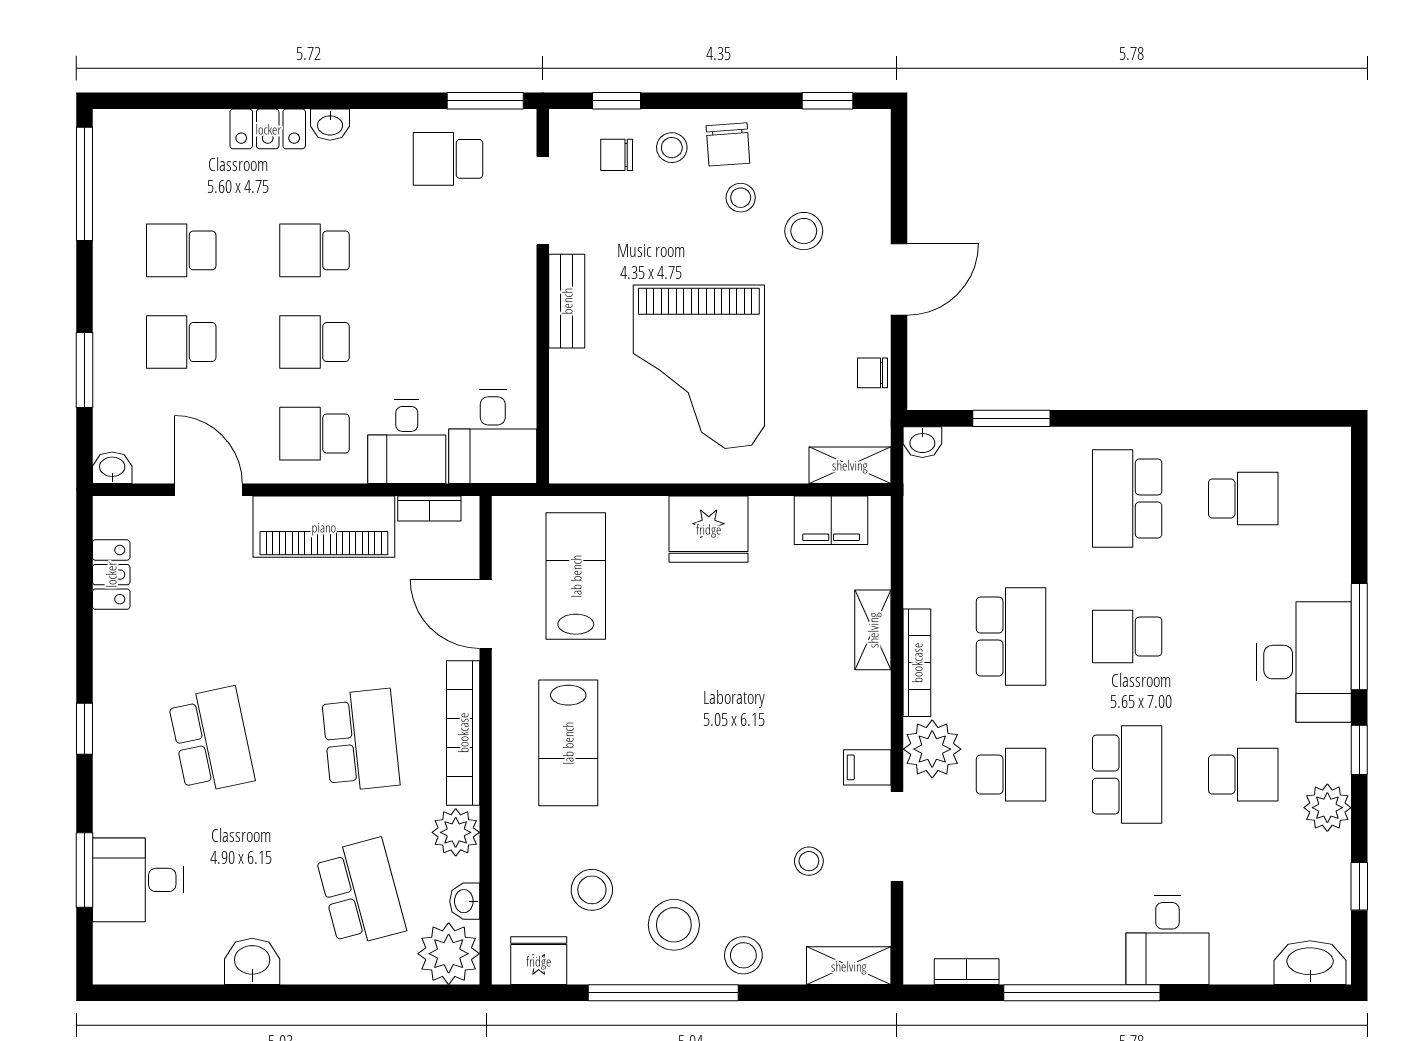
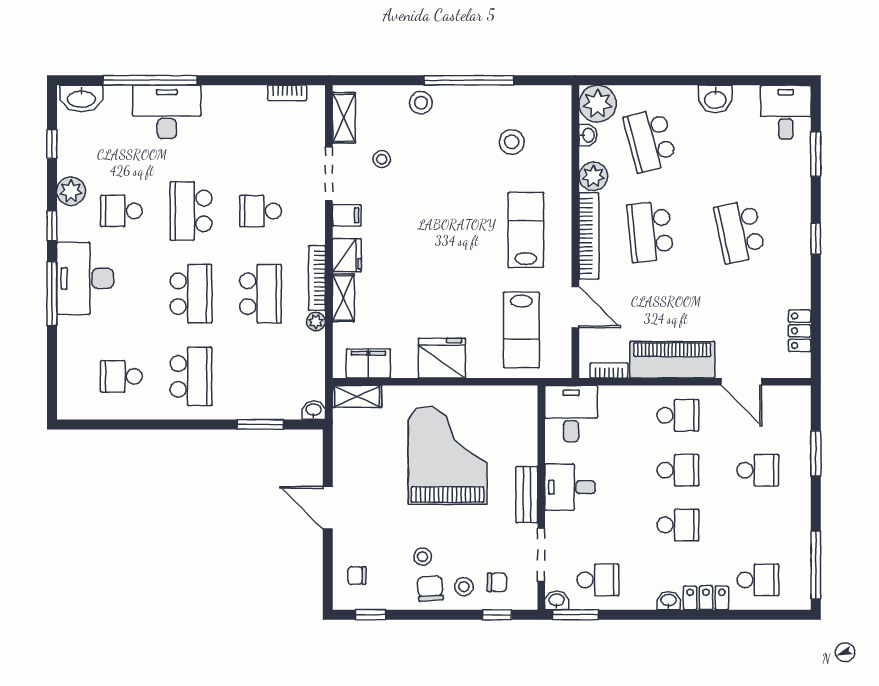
stool: (804, 231) -> (385, 537), removed
school desk: (181, 250) -> (758, 580), moved
door: (899, 279) -> (328, 508), hinge flipped
chair: (873, 373) -> (357, 576), moved, turned 180
desk: (407, 442) -> (570, 487), moved, turned -90
washbasin: (112, 468) -> (557, 600), moved, turned 180
school desk: (1011, 637) -> (261, 294), turned 180
school desk: (1127, 637) -> (191, 294), width x1.85
plant: (932, 749) -> (316, 322), moved, width x0.53, depth x0.53
desk: (138, 880) -> (786, 112), moved, turned -90
stool: (674, 925) -> (463, 121), removed
desk: (1167, 940) -> (167, 112), width x1.37
fridge: (539, 961) -> (347, 255), moved, turned -90
shelving: (849, 966) -> (344, 118), moved, turned 90
window: (1082, 993) -> (150, 80), moved

